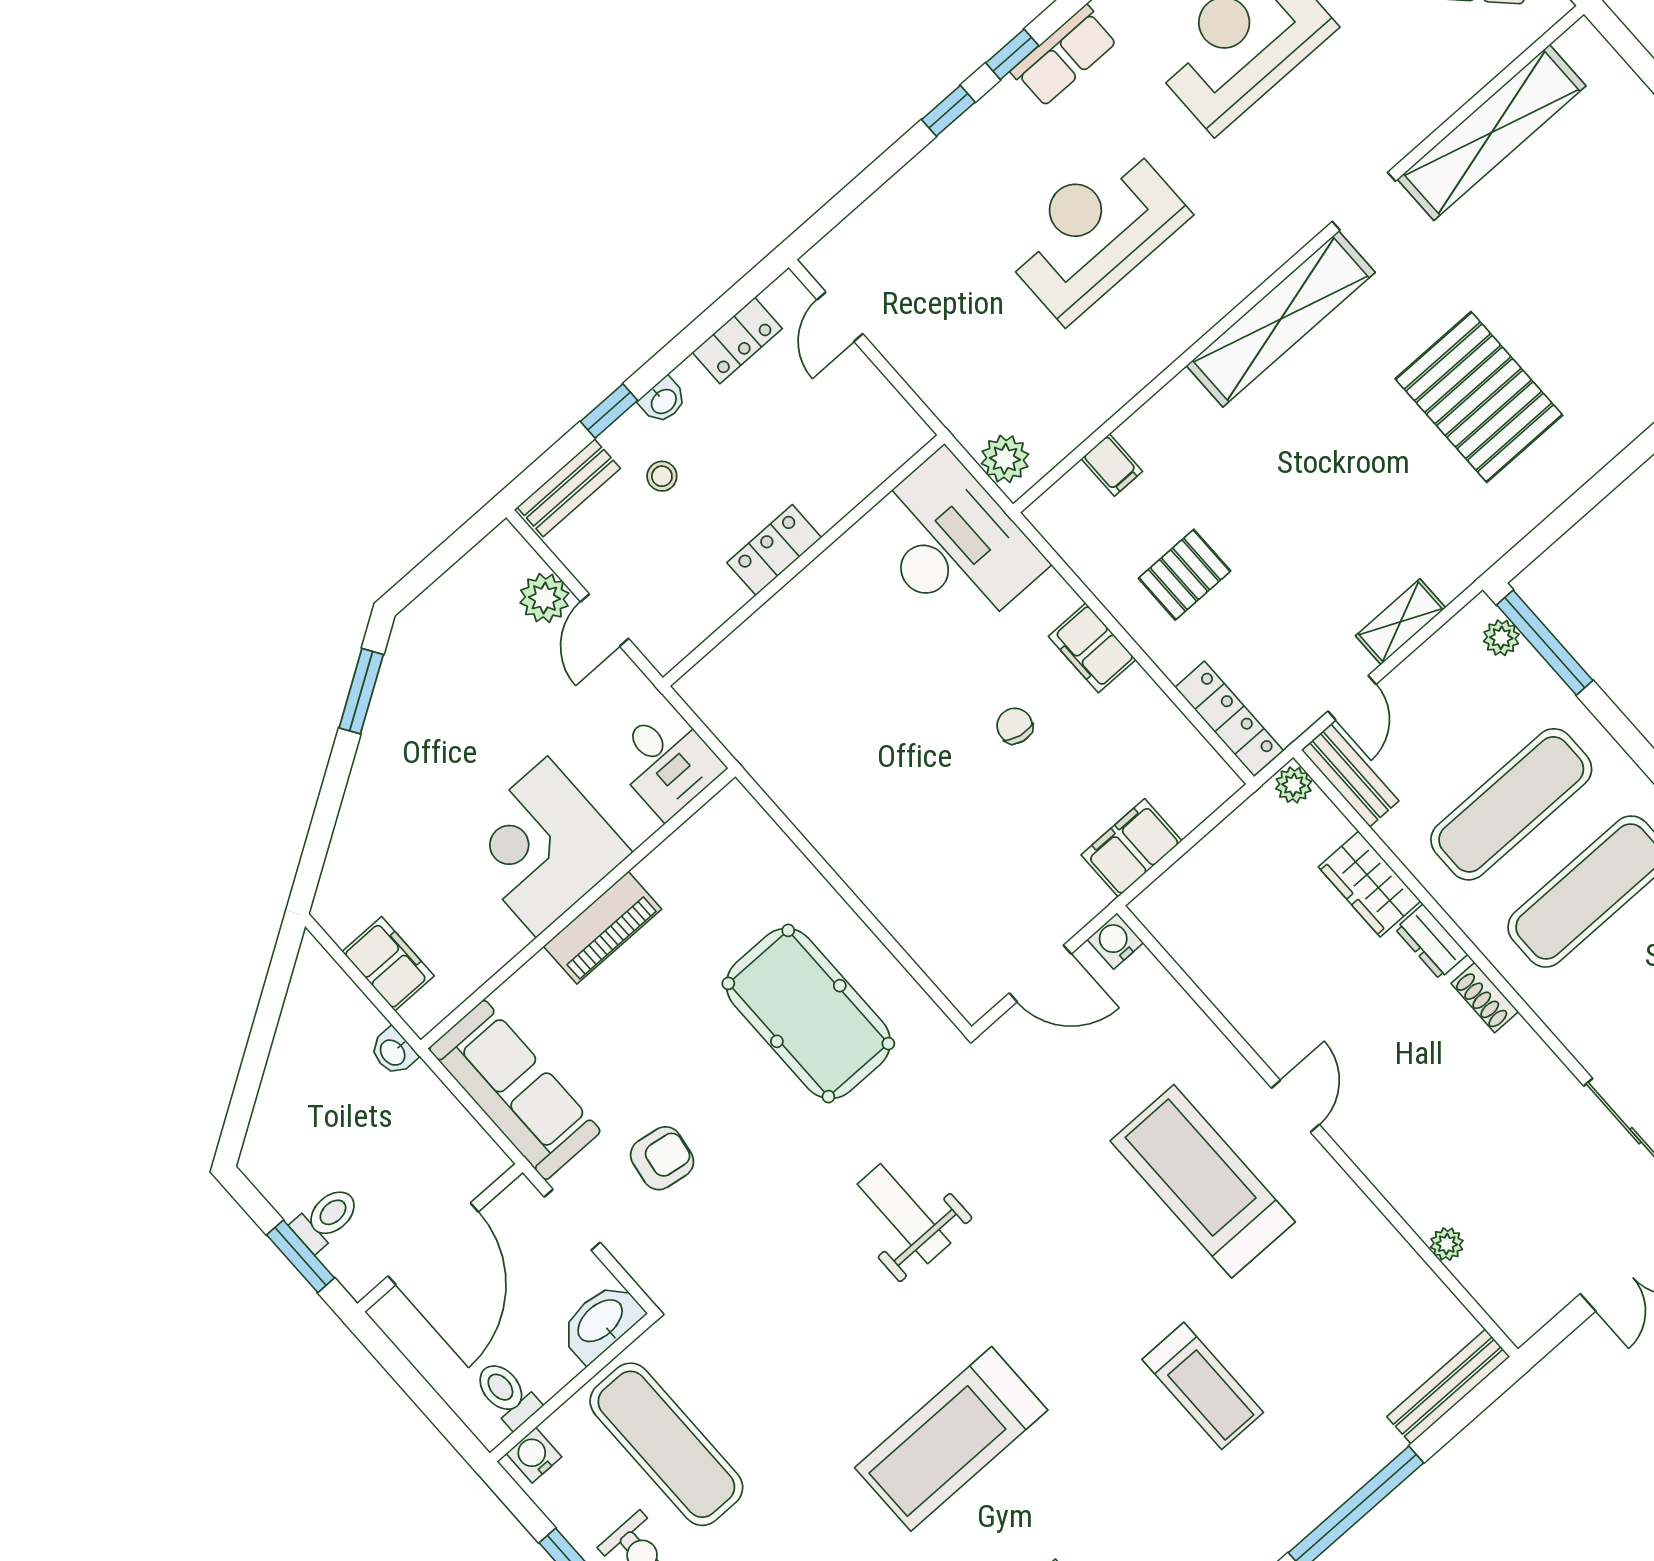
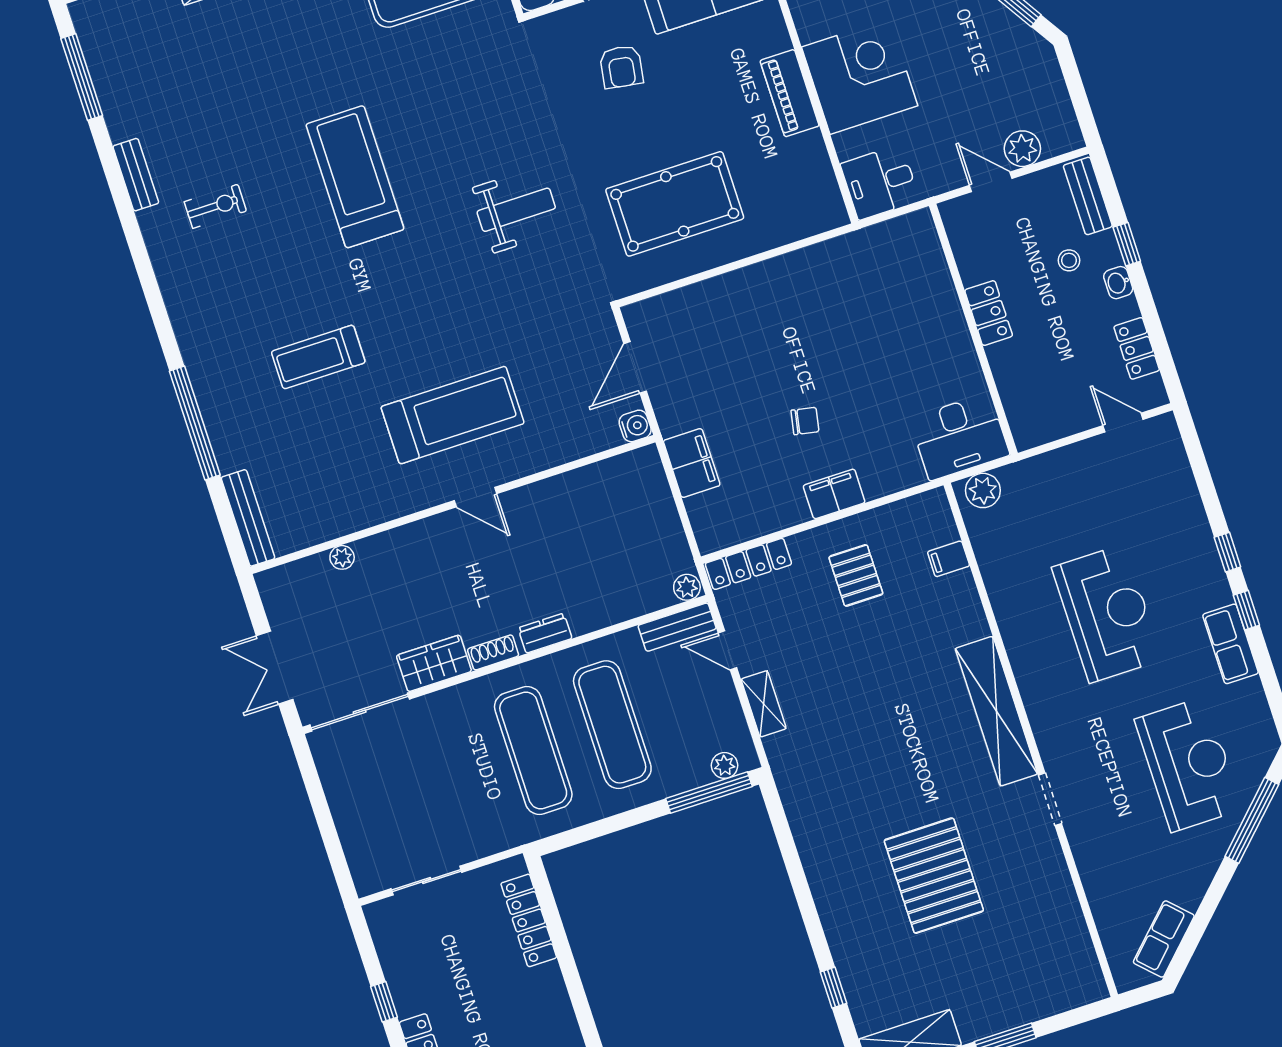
shelving: (1492, 132) -> (1059, 903), removed
pallet: (1479, 397) -> (934, 876), moved, turned 90
desk: (953, 544) -> (960, 437), width x0.73, depth x0.77
wardrobe: (1369, 884) -> (434, 663), moved

